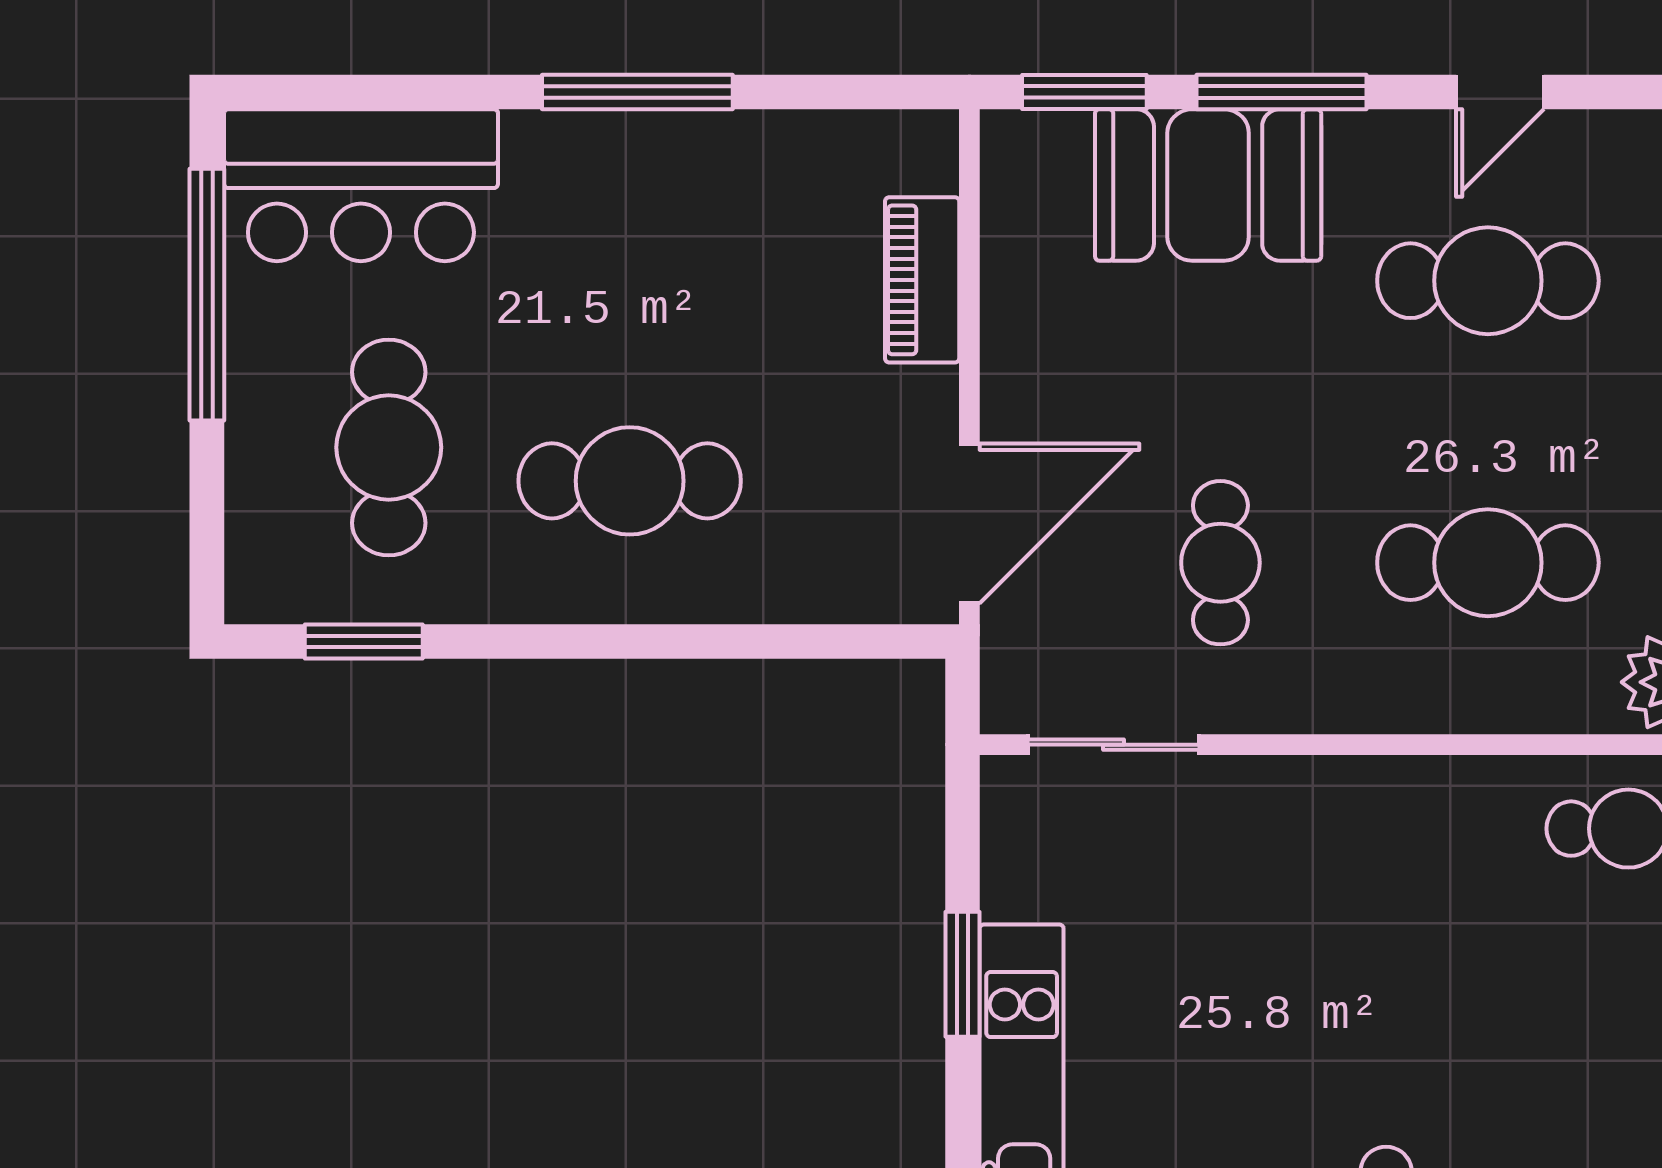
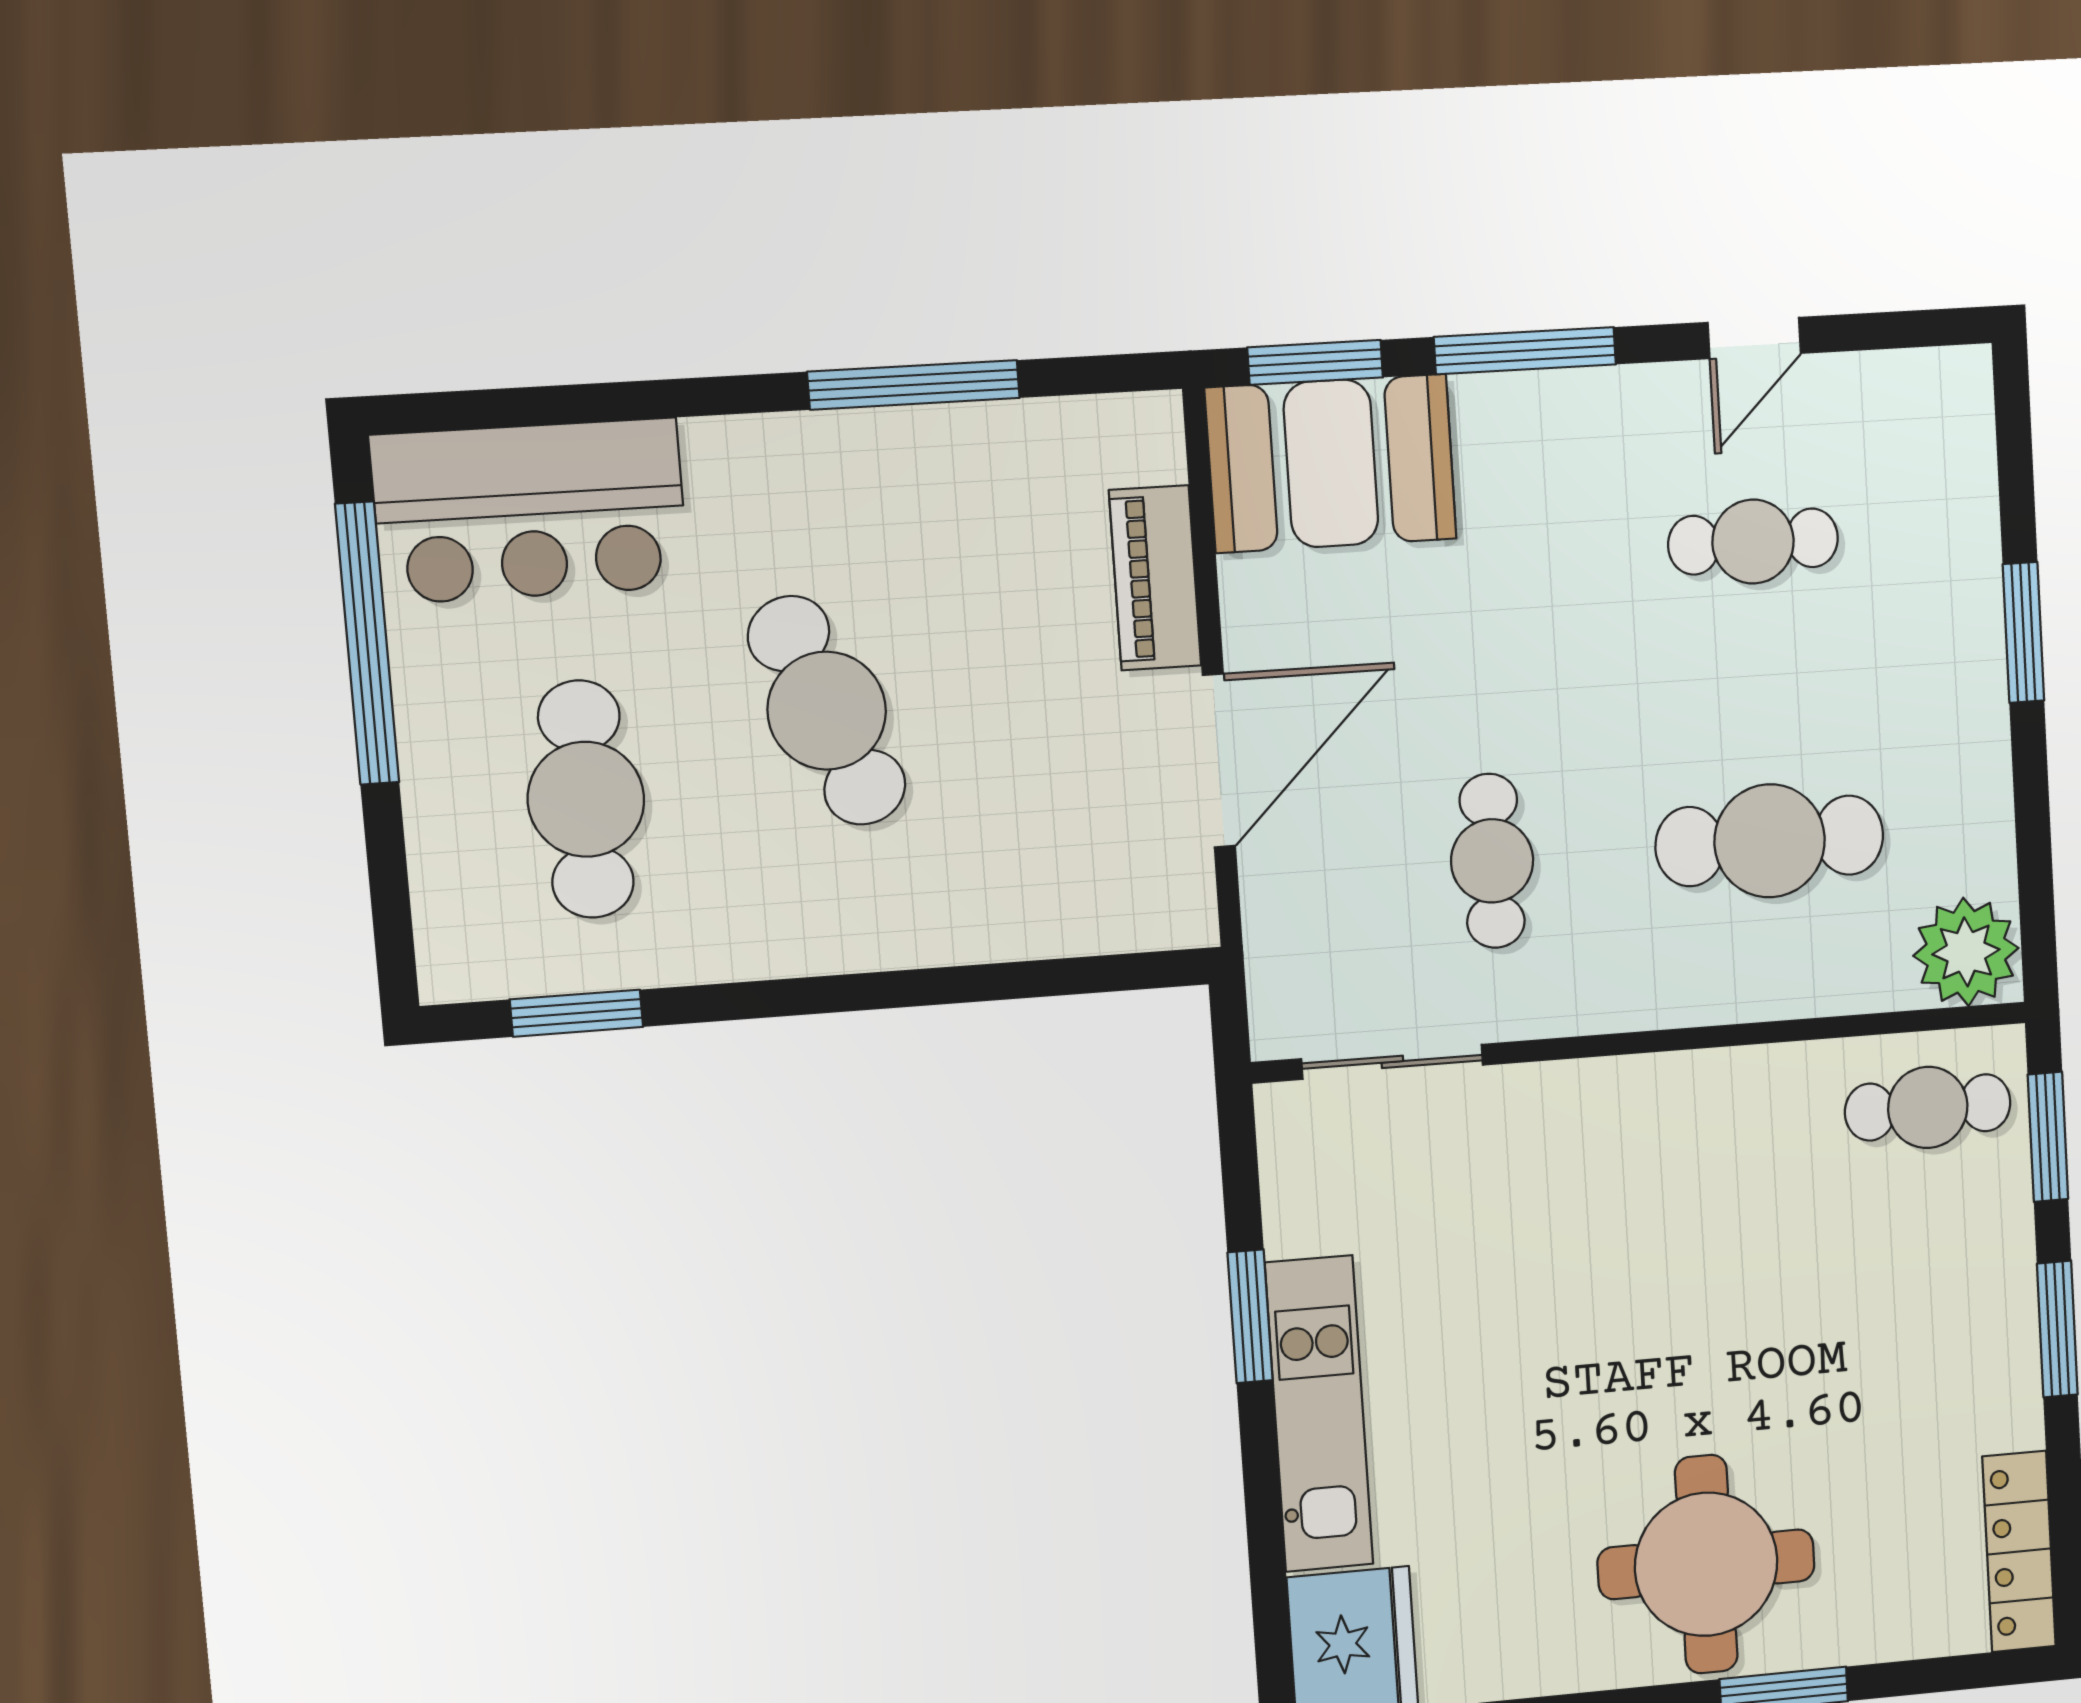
window: (637, 92) -> (914, 385), moved
booth: (1208, 185) -> (1331, 463), moved
cafe table: (1488, 281) -> (1753, 542), width x0.73, depth x0.74
cafe table: (630, 481) -> (827, 711), moved, turned 68
door: (969, 523) -> (1219, 761), moved

